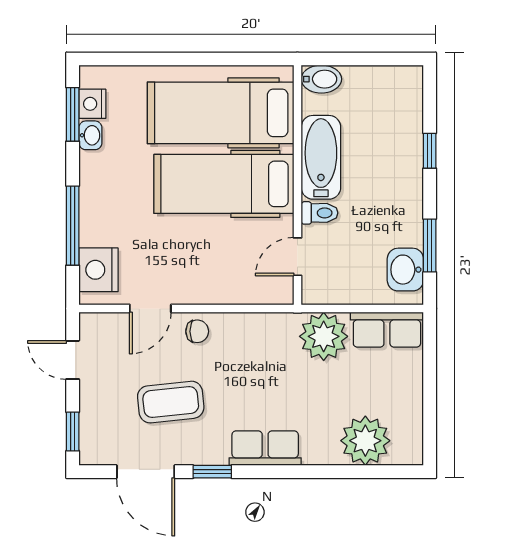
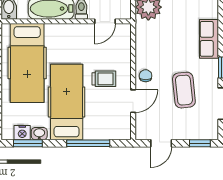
hospital bed: (224, 184) -> (67, 102), moved, turned 180
trolley: (191, 254) -> (104, 79), added
door: (297, 257) -> (105, 21), hinge flipped
nightstand: (98, 270) -> (112, 129), removed
door: (150, 309) -> (133, 101), hinge flipped

